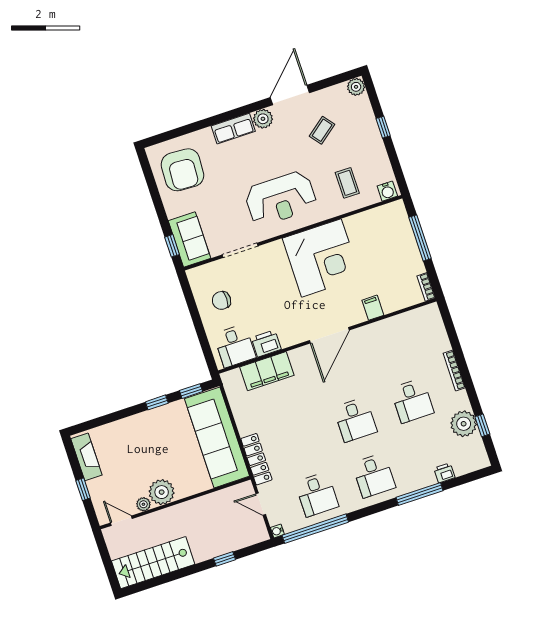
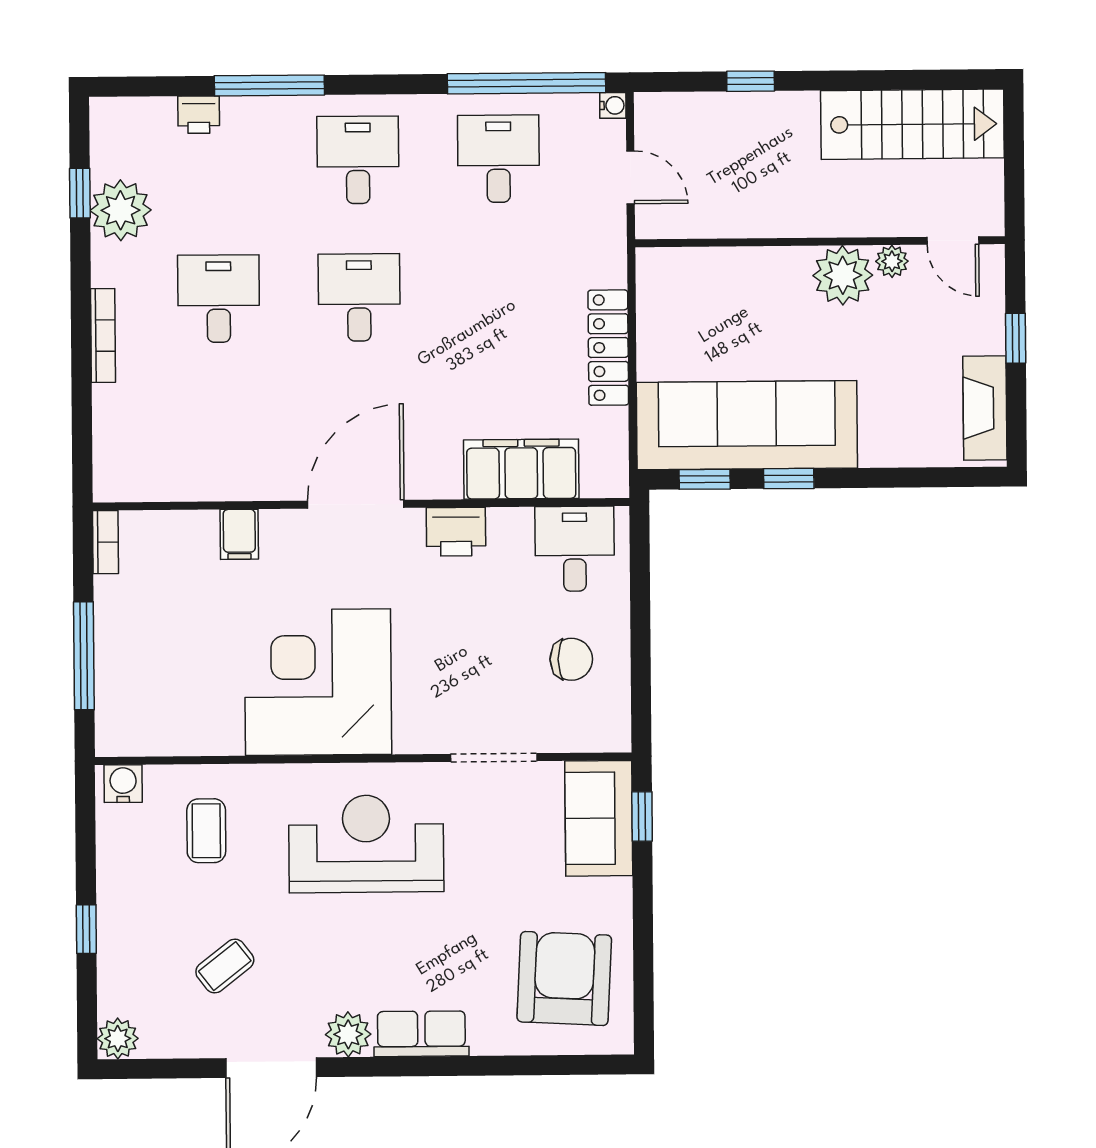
printer: (266, 343) -> (456, 532), moved
sofa: (217, 437) -> (747, 425), moved, turned -90
locker: (256, 459) -> (608, 348), moved

